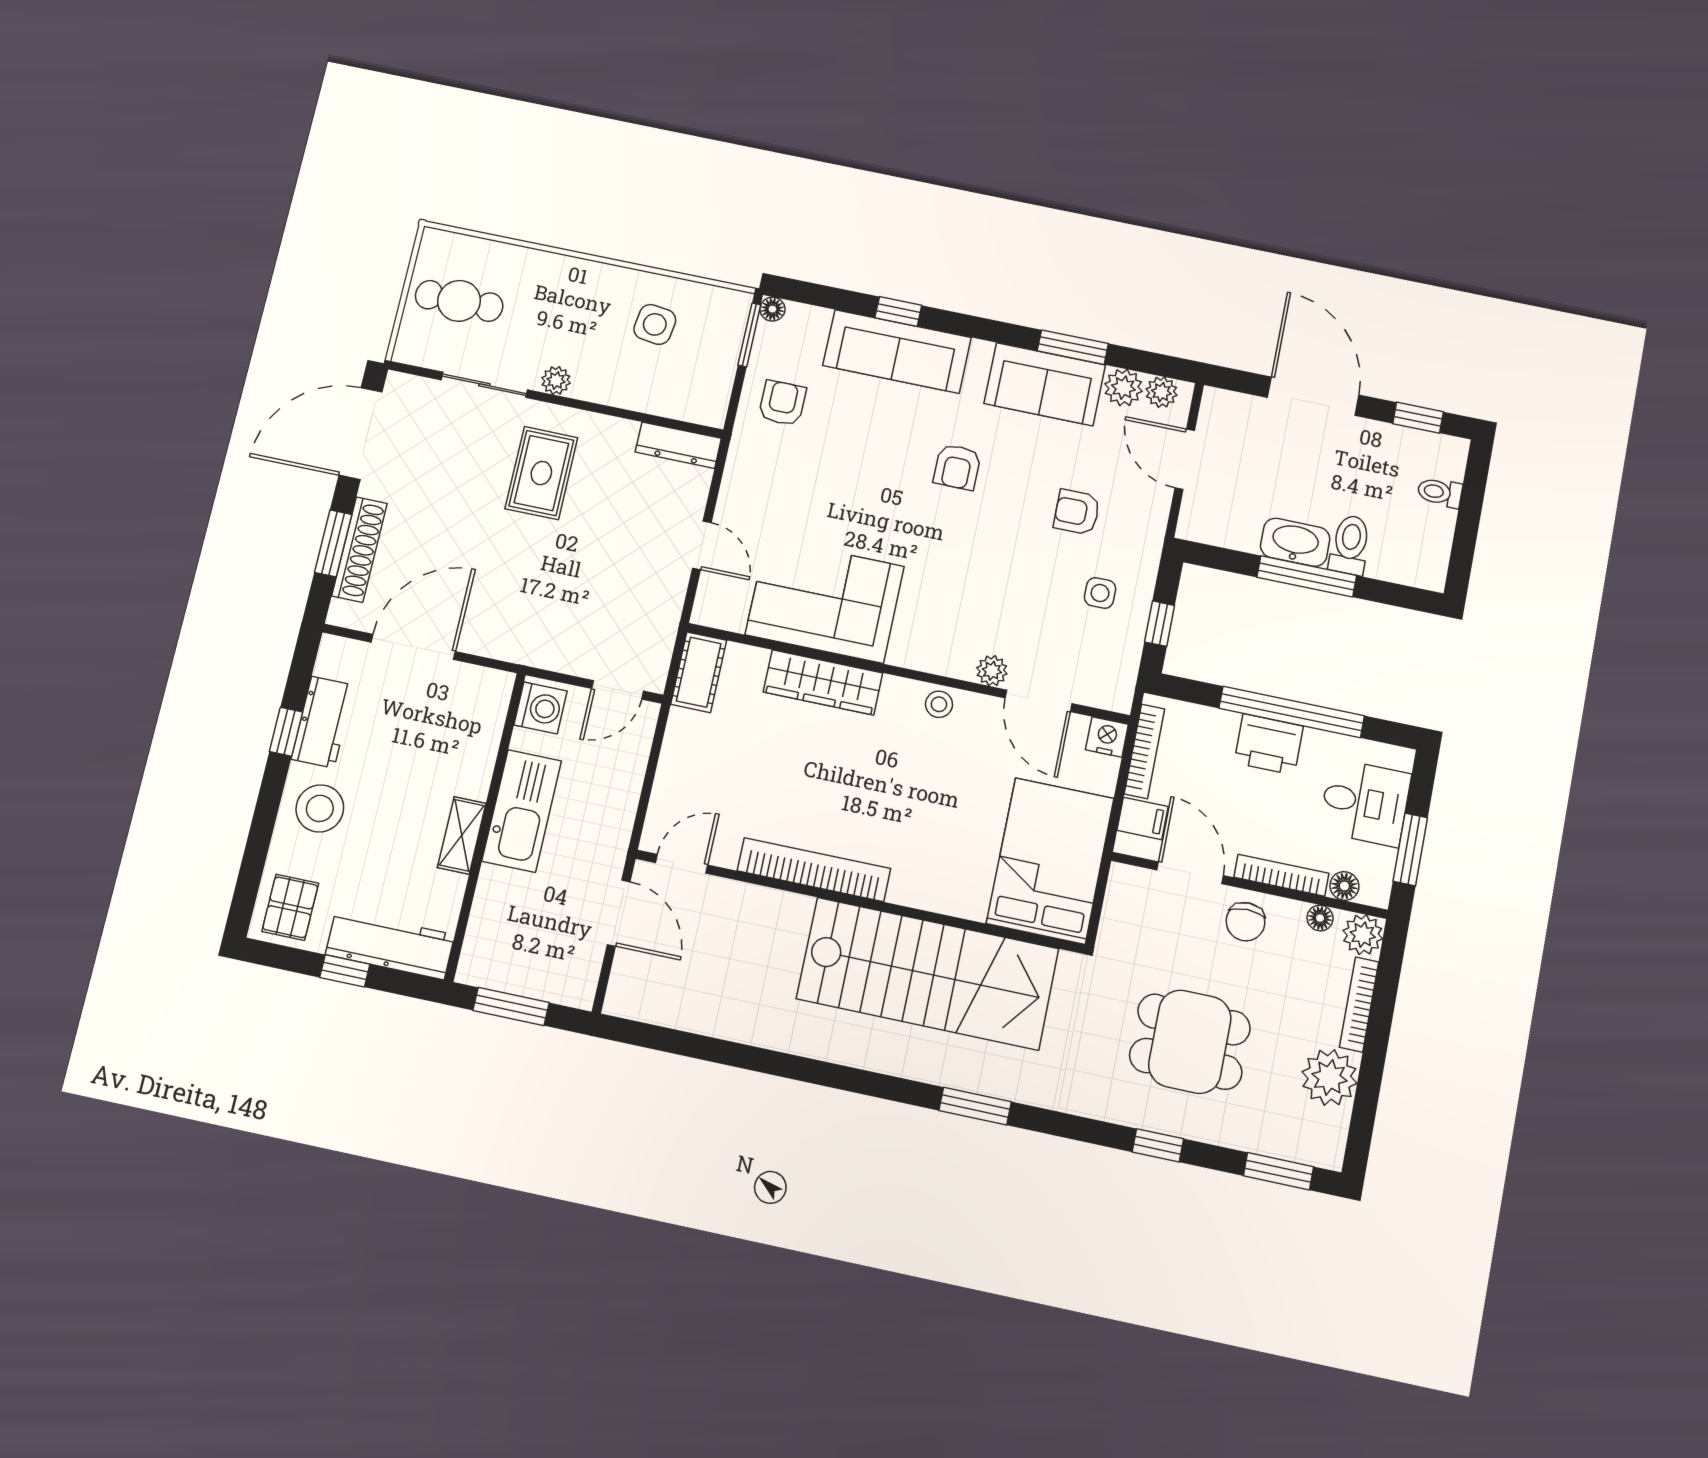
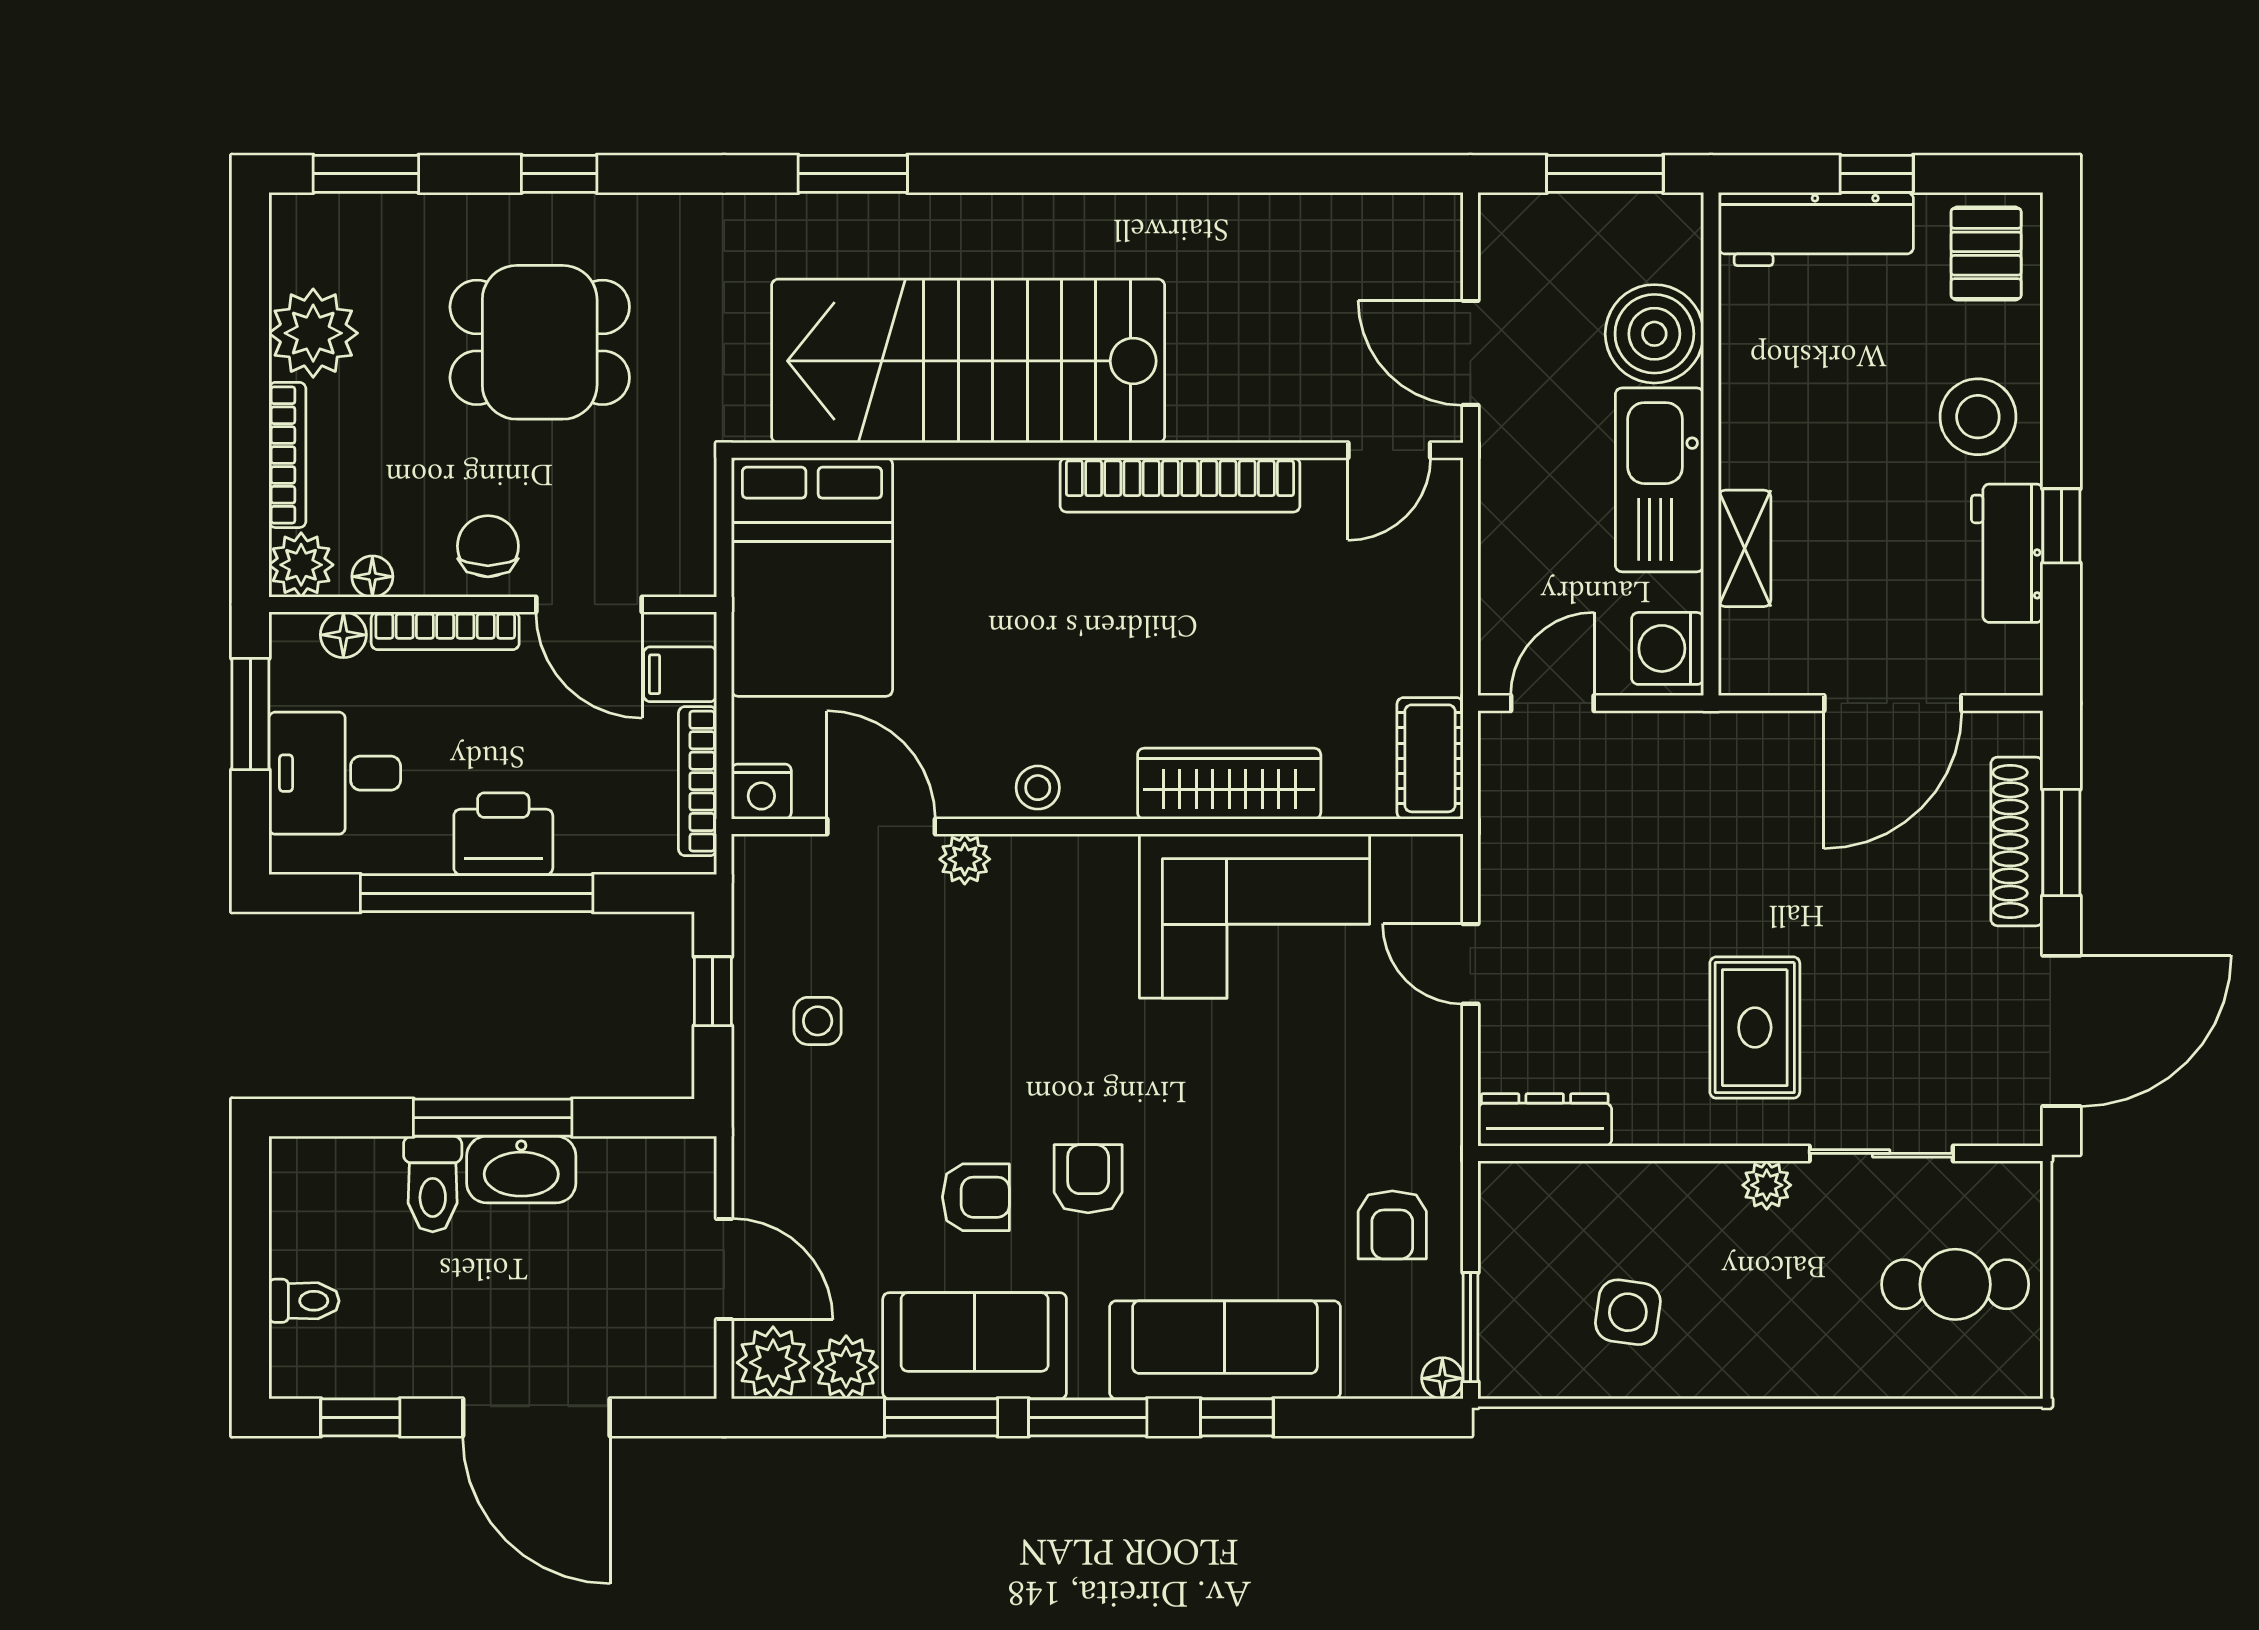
window: (986, 329) -> (1088, 1417), added
plant: (1161, 392) -> (773, 1363), width x1.38, depth x1.38
armchair: (1077, 512) -> (976, 1197), moved
shelving: (462, 835) -> (1745, 548), moved
boiler: (504, 901) -> (1654, 334), added

